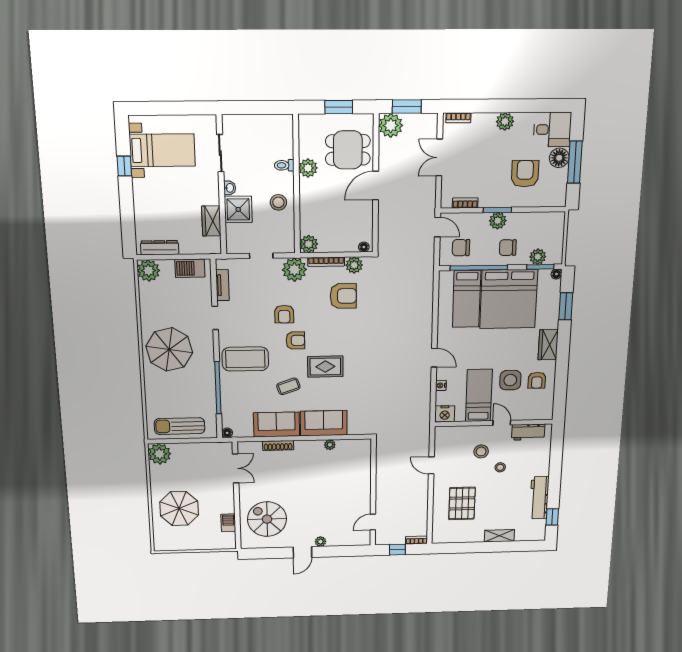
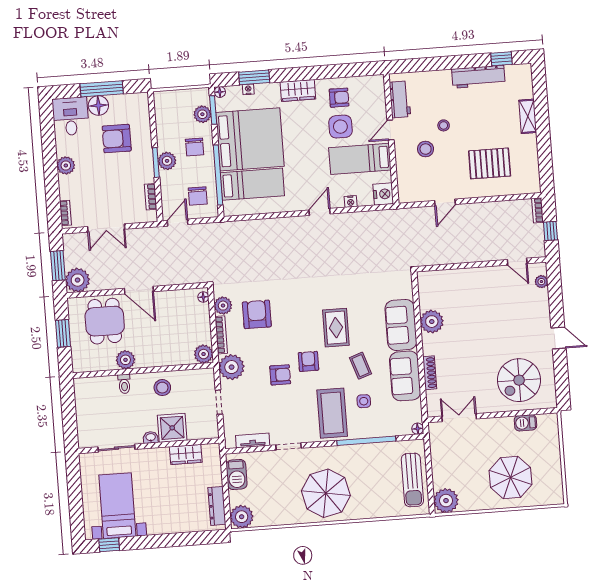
window: (124, 166) -> (109, 545), moved
nightstand: (555, 300) -> (248, 89), added
side table: (255, 388) -> (364, 401), added
plant: (330, 445) -> (432, 322), width x1.88, depth x1.88
plant: (320, 542) -> (541, 282), moved

